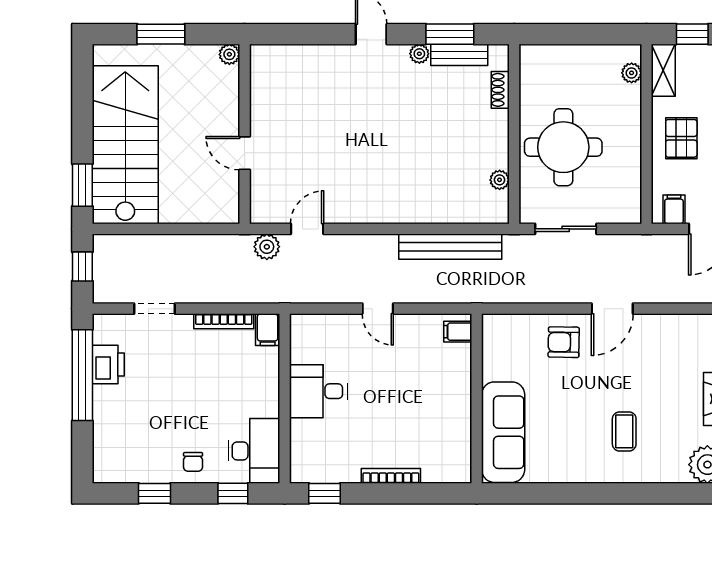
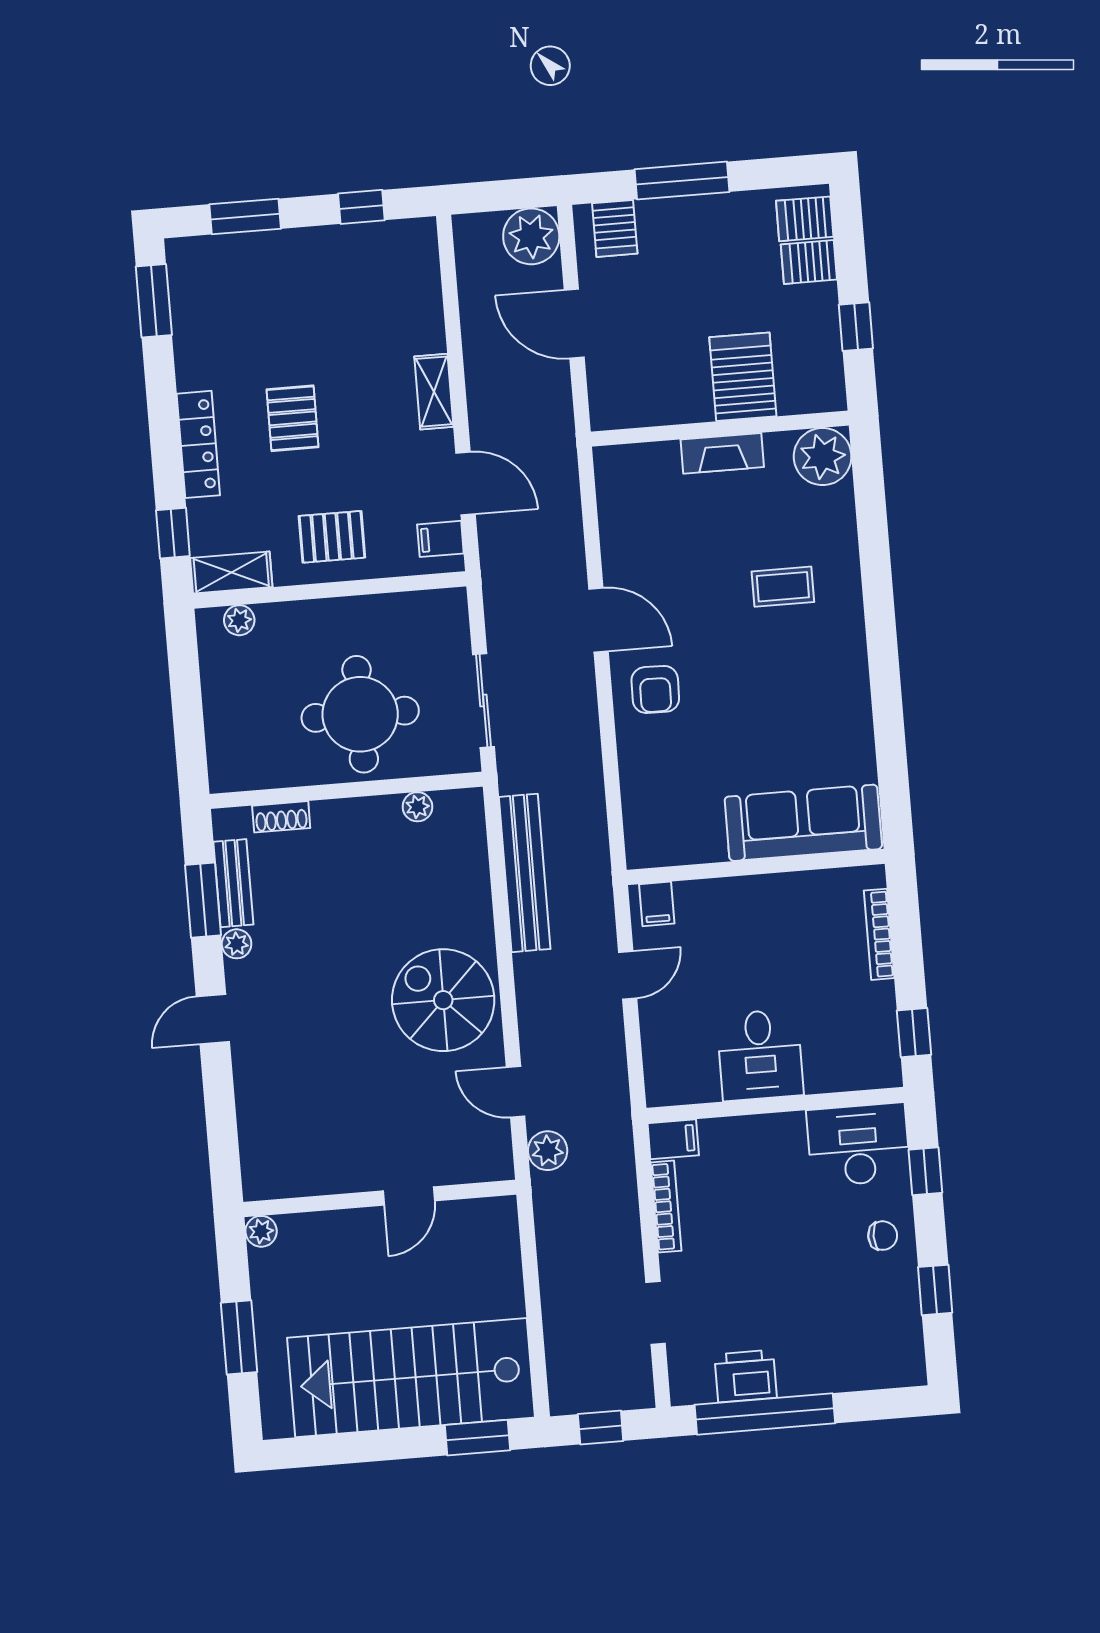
spiral stairs: (371, 186) -> (443, 1000), added
filing cabinet: (458, 332) -> (657, 904), moved
wall: (477, 399) -> (756, 867), moved
sofa: (503, 432) -> (803, 823), moved

